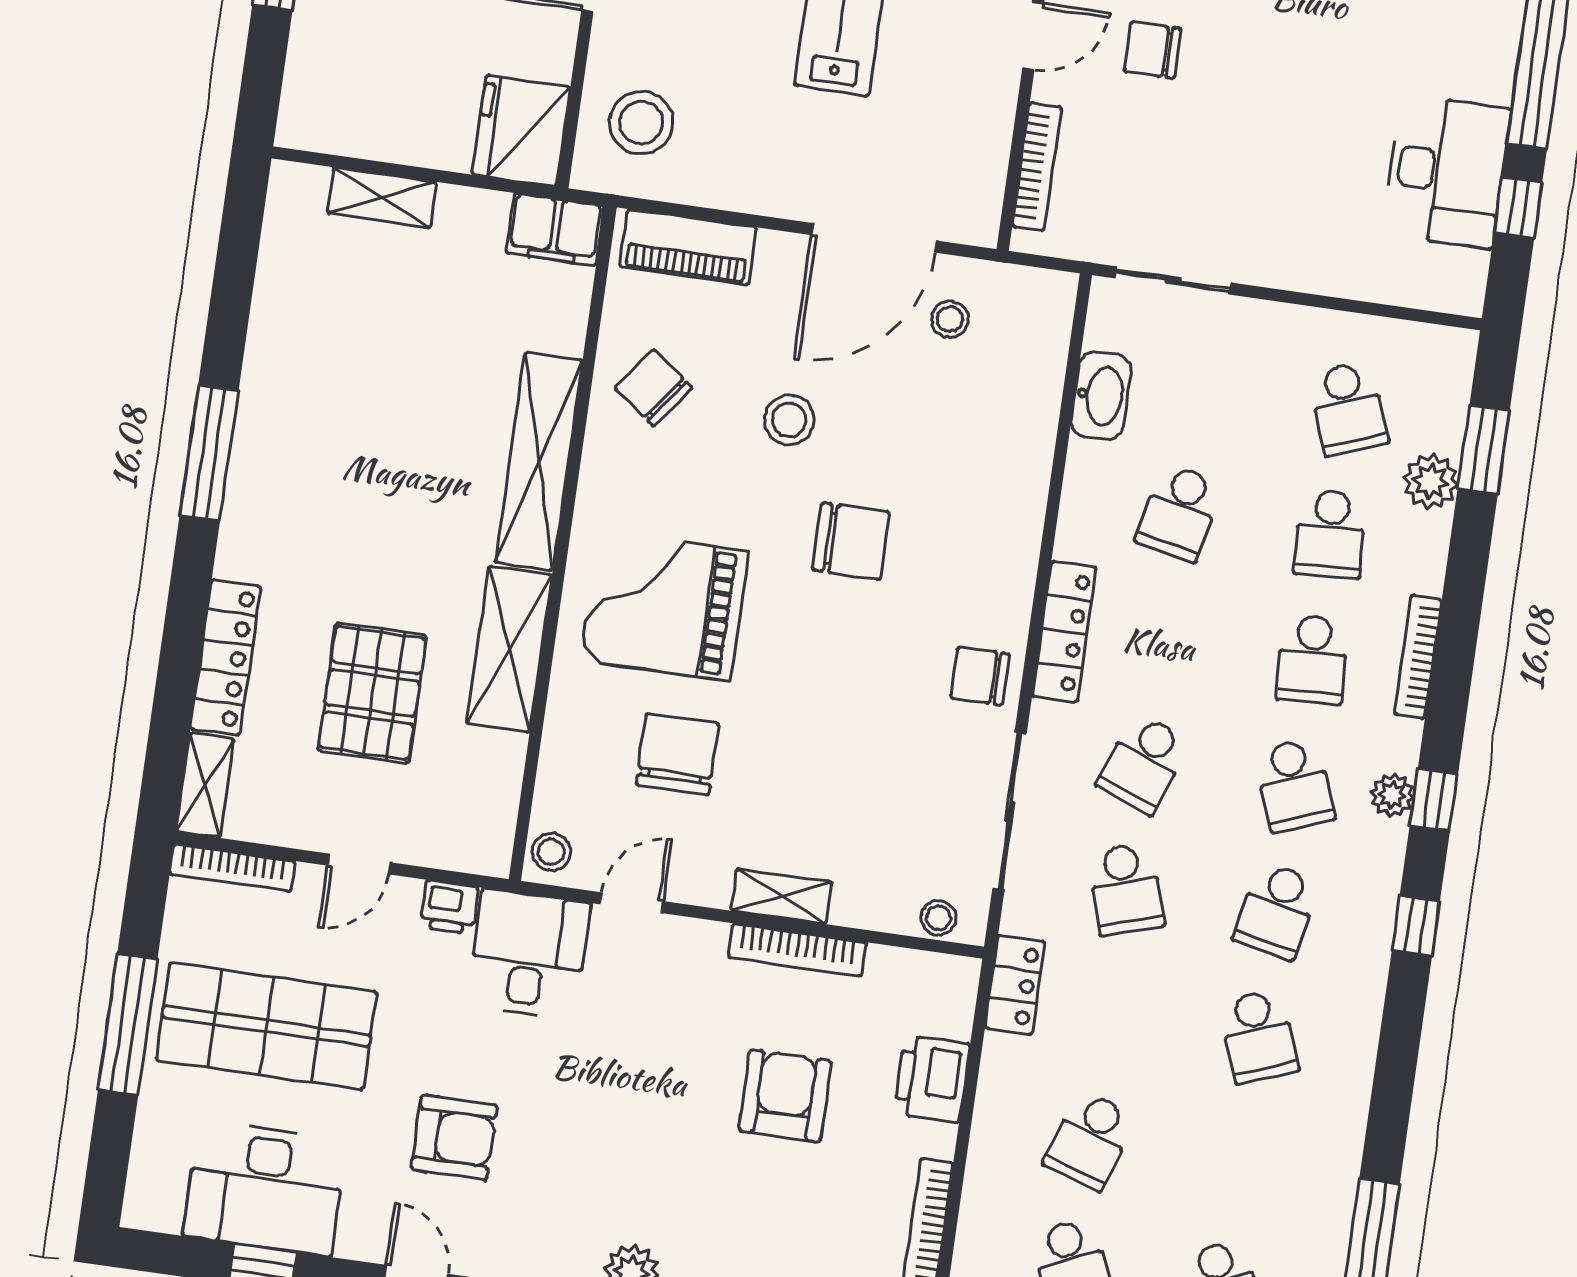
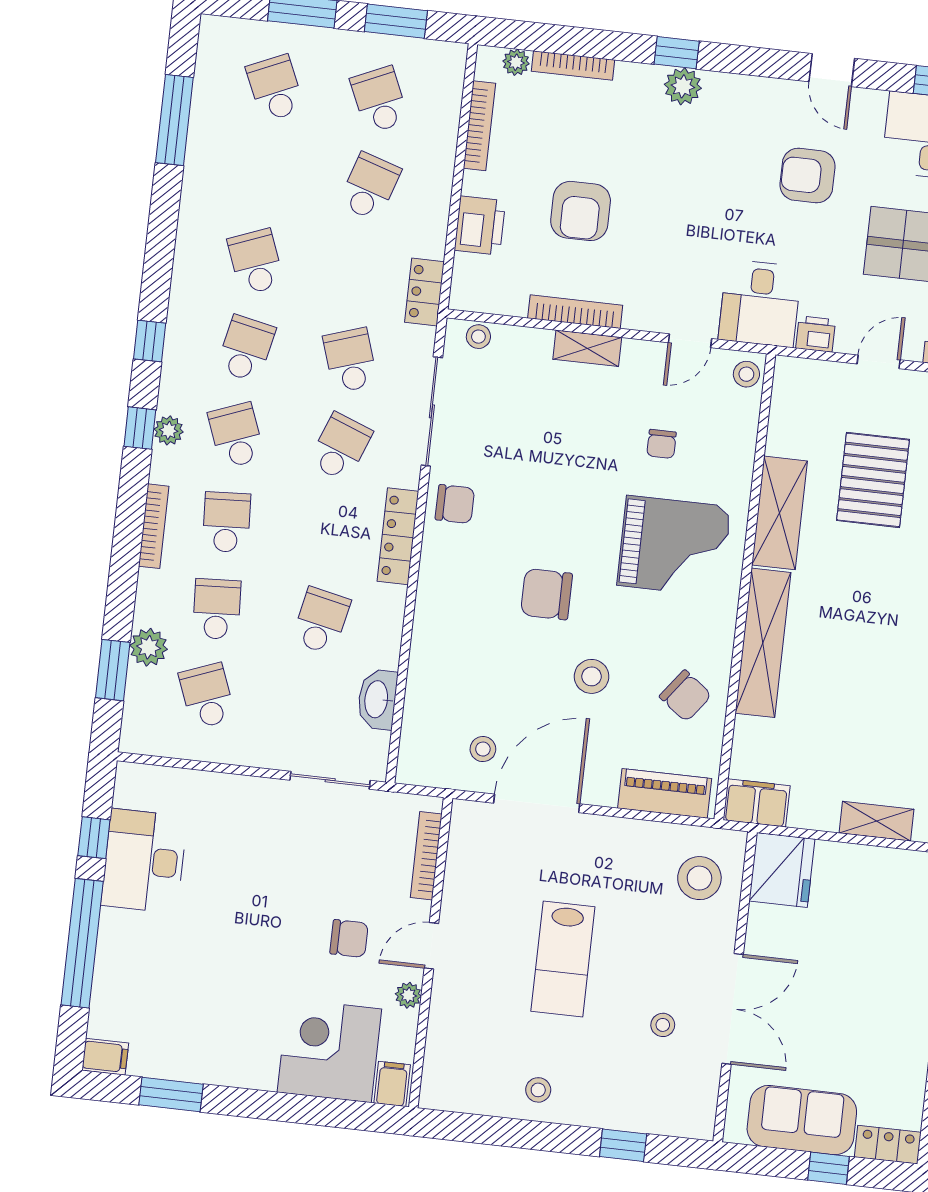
chair: (678, 754) -> (662, 444), width x0.54, depth x0.54

